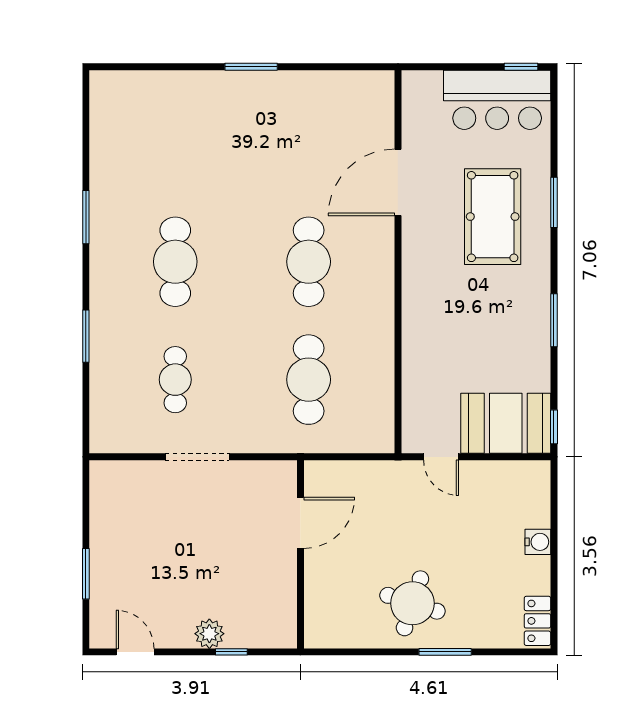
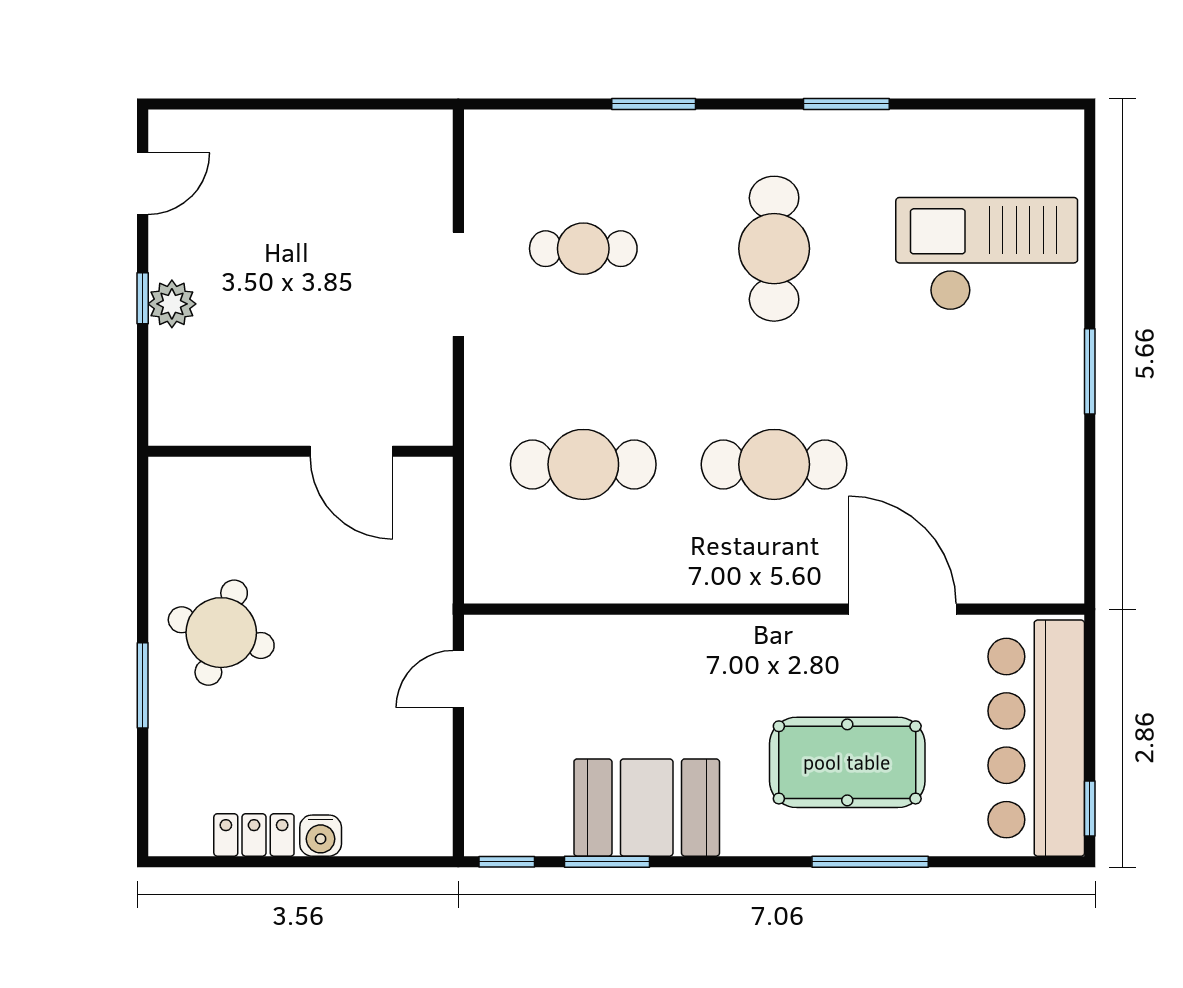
bar counter: (497, 100) -> (1036, 738), width x1.36
checkout: (179, 130) -> (987, 254), added
window: (554, 202) -> (870, 862), width x1.44
cafe table: (175, 262) -> (774, 249), turned 90
window: (554, 320) -> (607, 862), moved
booth: (506, 423) -> (647, 808), moved, turned 90
window: (86, 574) -> (269, 104), removed
locker: (537, 621) -> (254, 835), moved
window: (231, 652) -> (143, 298), moved

